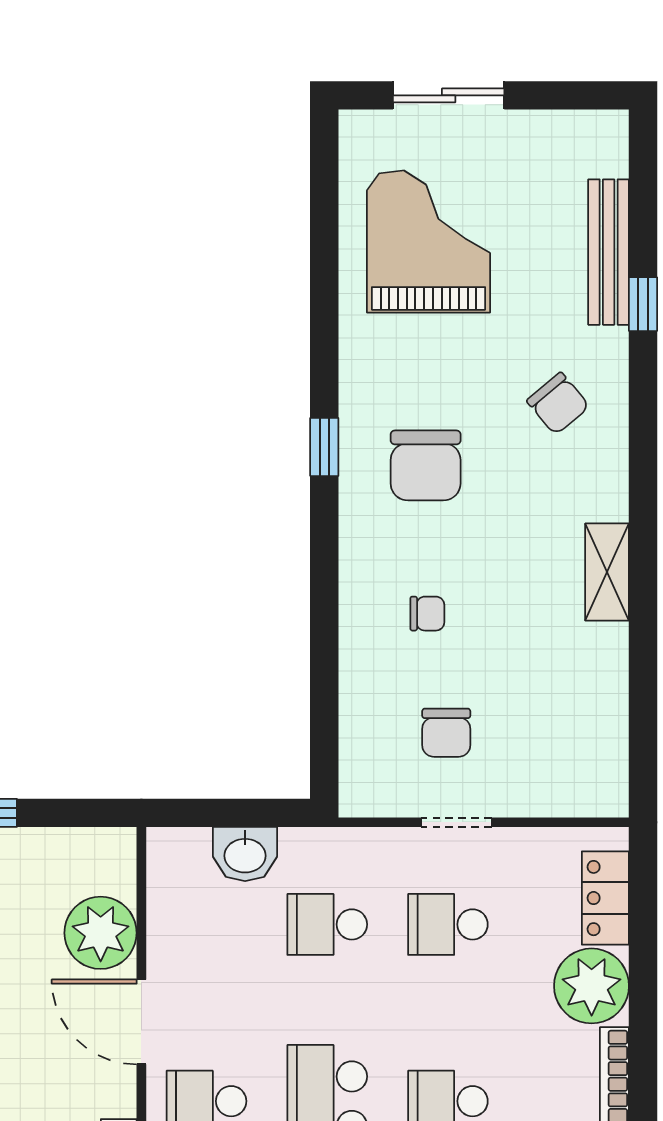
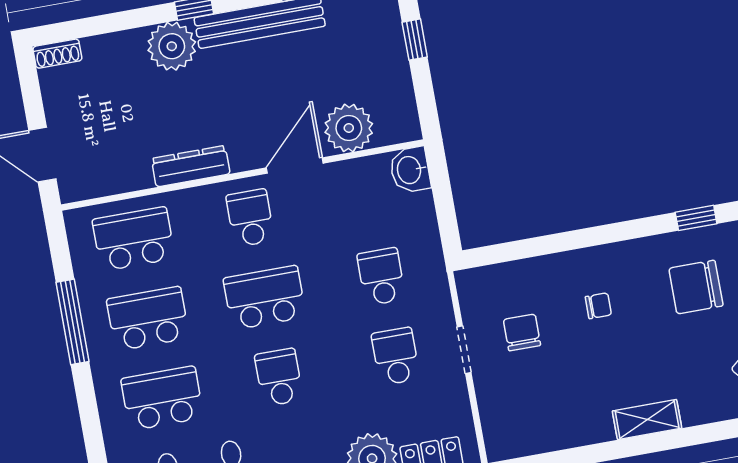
chair: (427, 614) -> (598, 306), turned -90
chair: (446, 733) -> (522, 332), turned 90
washbasin: (245, 854) -> (410, 170), moved

